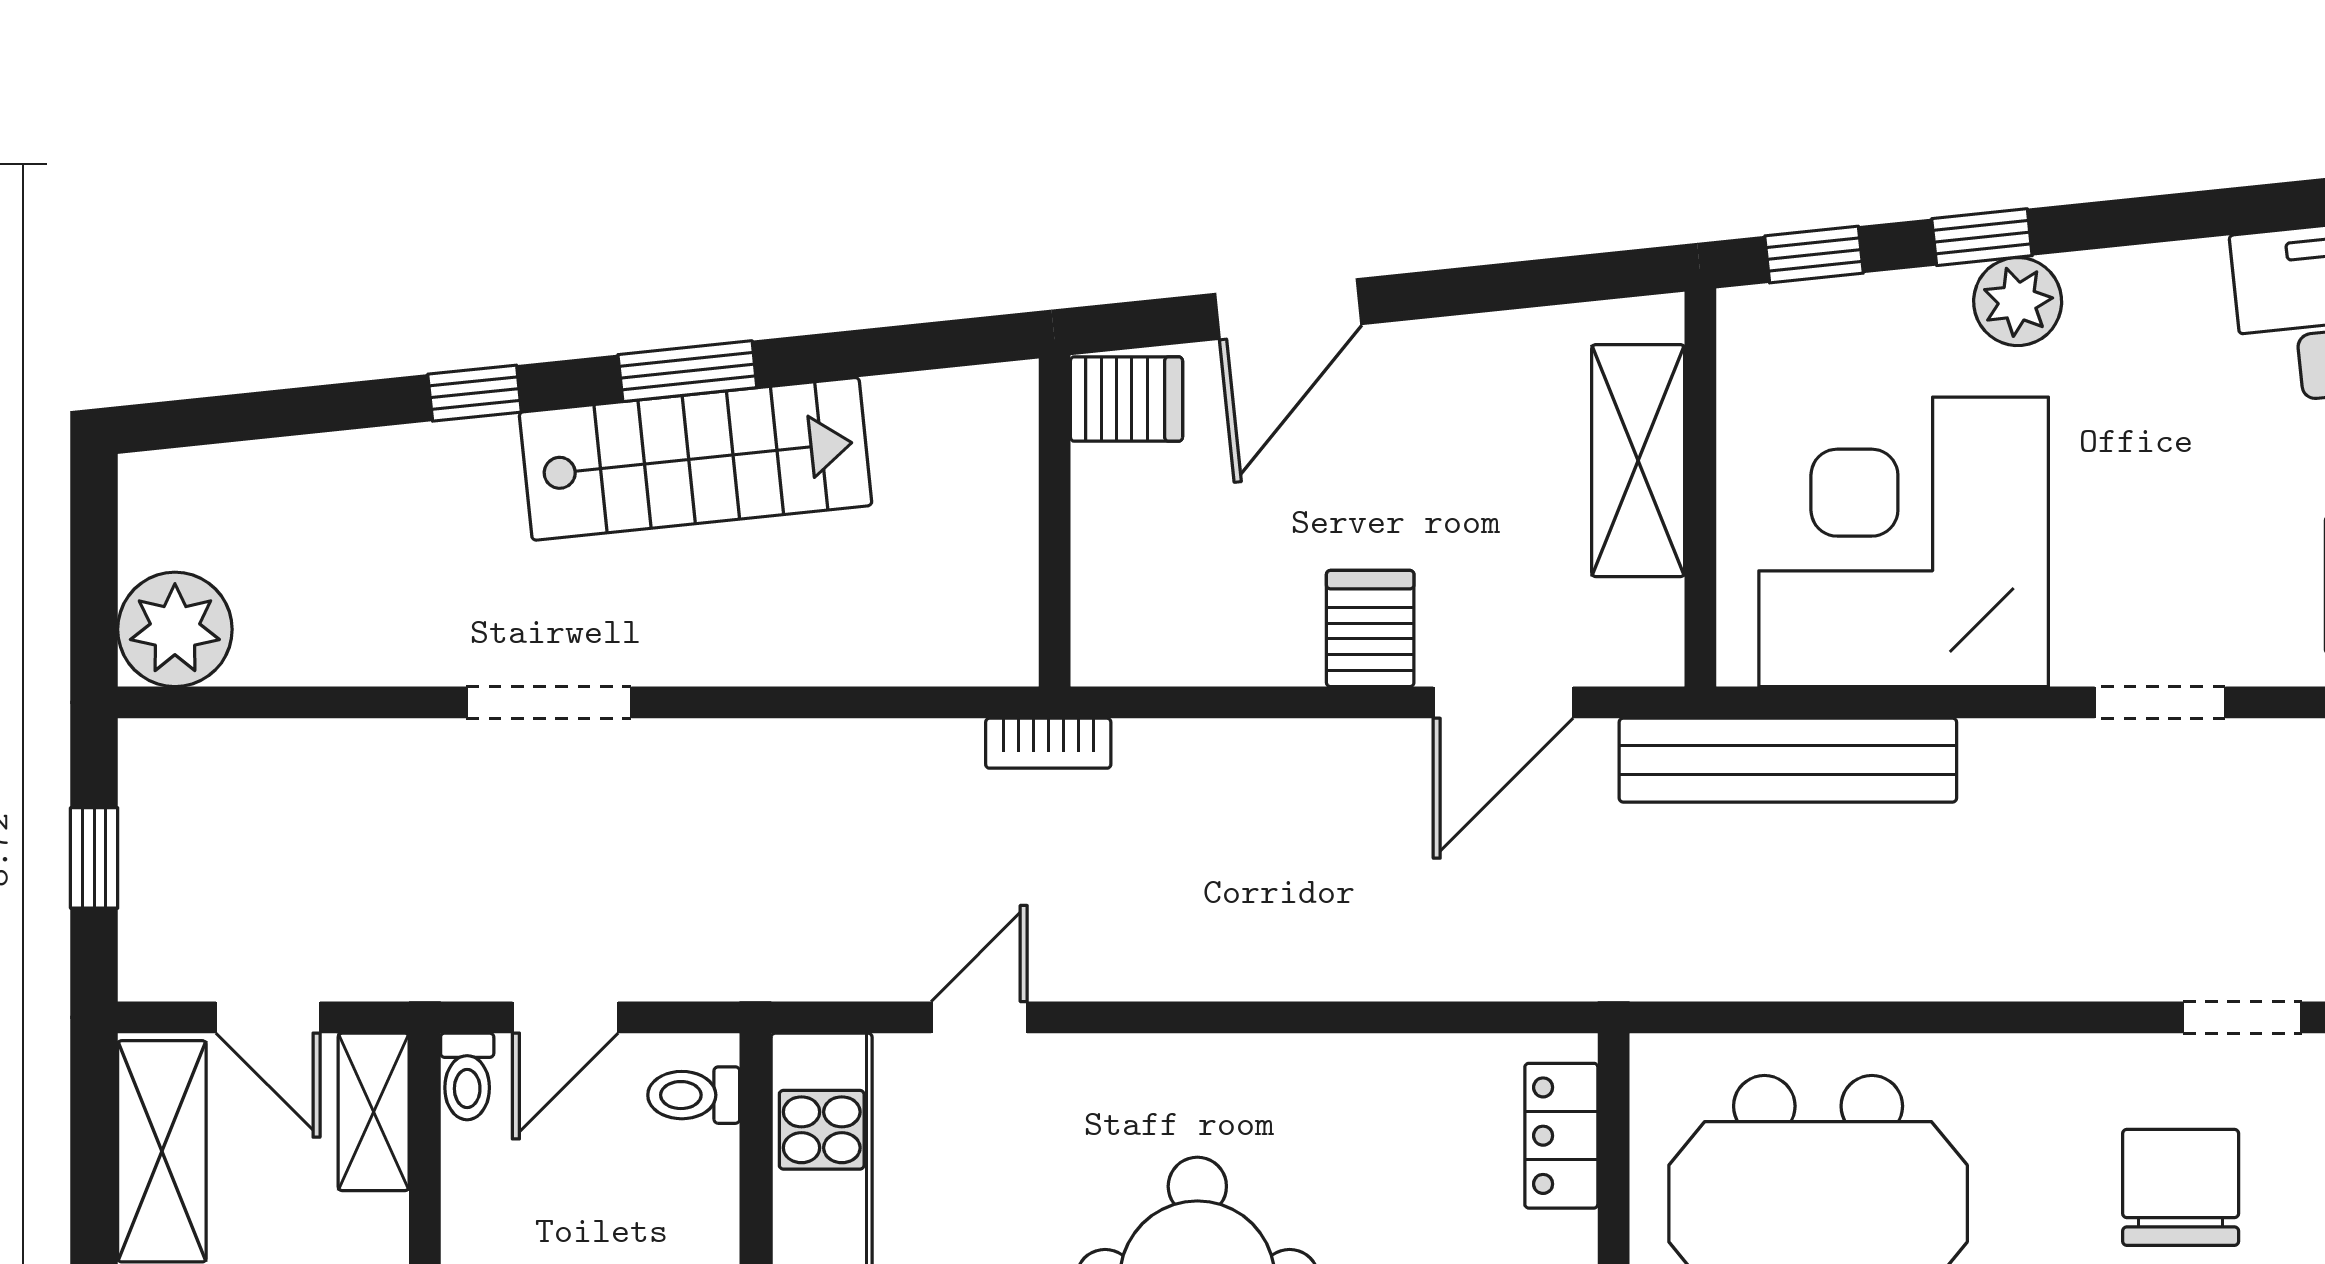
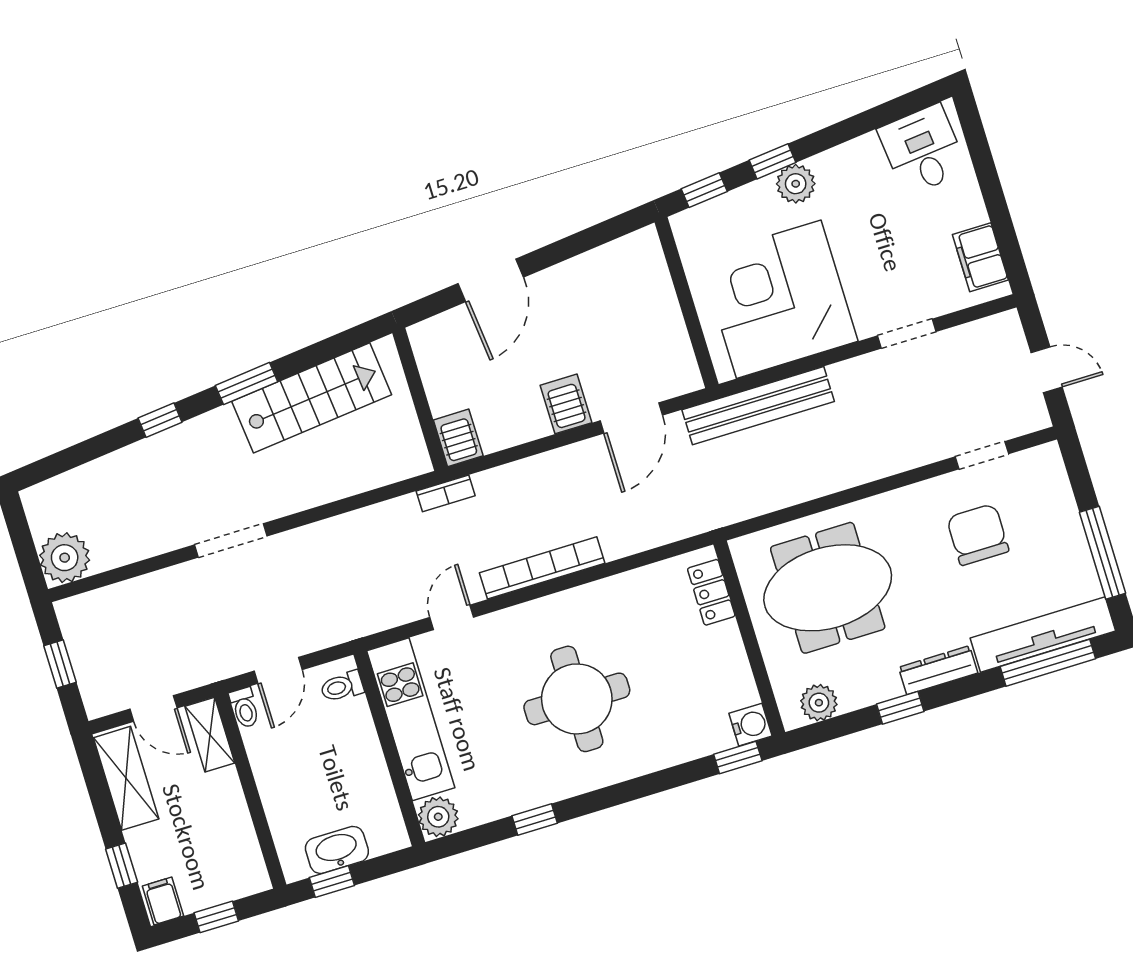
server rack: (1126, 399) -> (458, 438), moved, turned -90
stairs: (696, 459) -> (312, 398), moved
shelving: (1638, 461) -> (657, 299), removed
bookcase: (1209, 970) -> (542, 568), added

